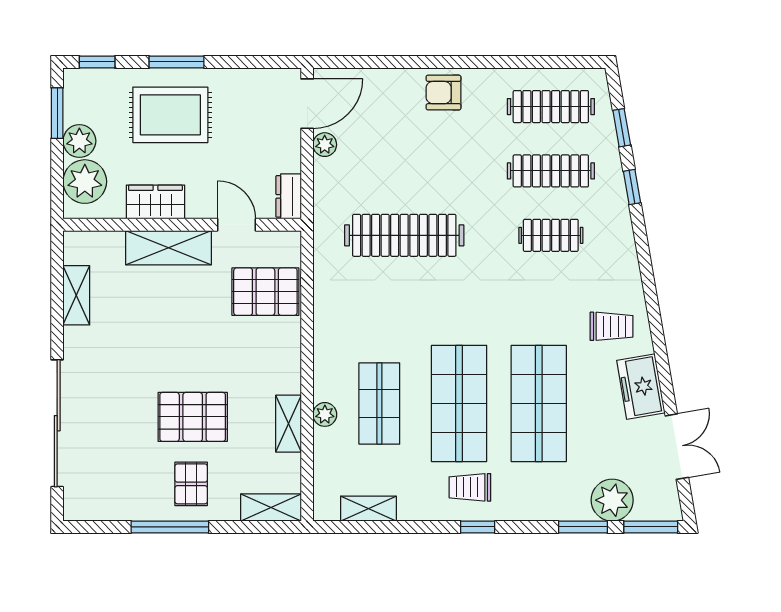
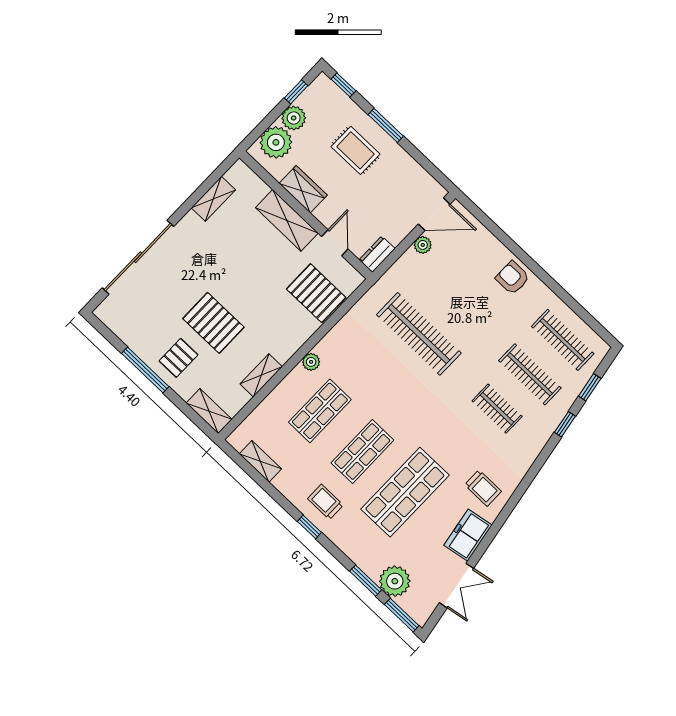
window: (57, 113) -> (296, 92), width x0.67
rug: (170, 115) -> (356, 150), width x0.73, depth x0.70
shop shelf: (459, 403) -> (362, 452), width x0.70, depth x0.74
plant: (325, 414) -> (311, 362), moved

